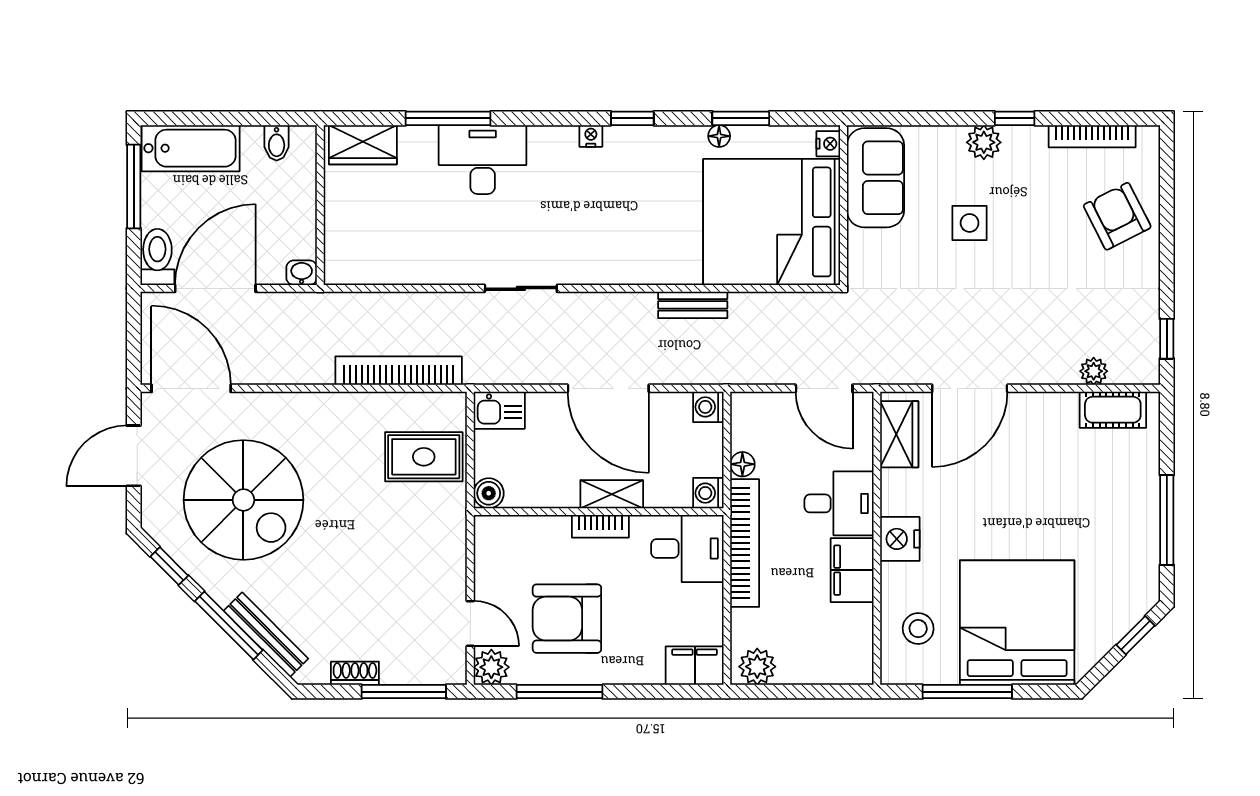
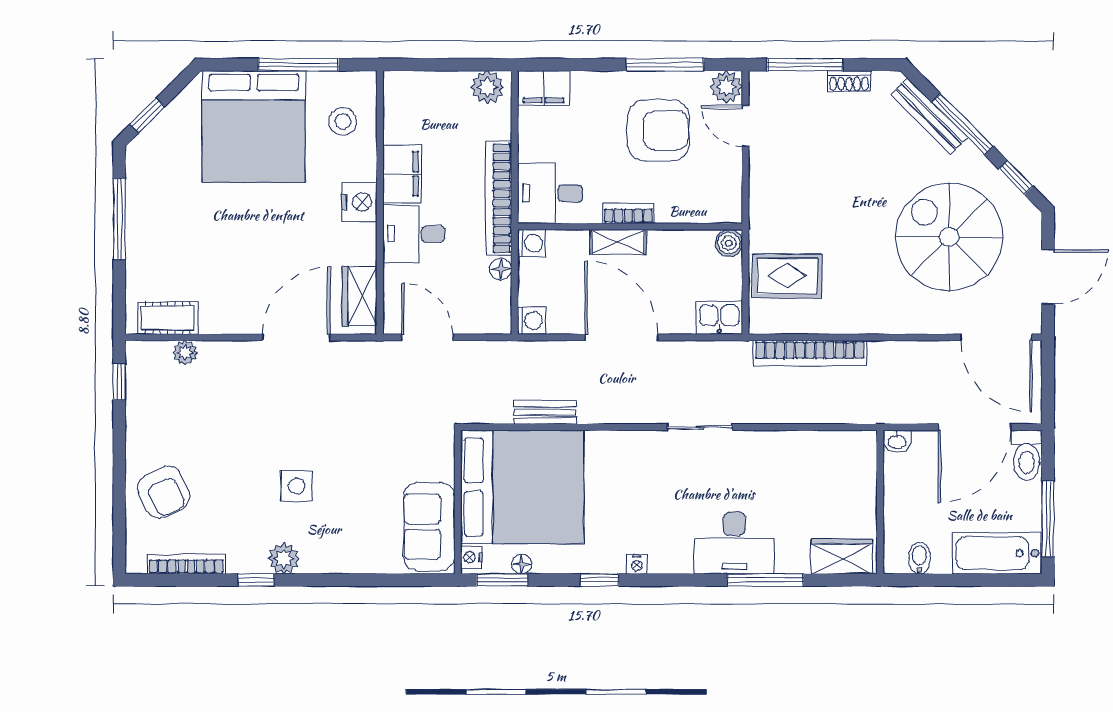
nightstand: (828, 144) -> (471, 557), moved
sofa: (875, 178) -> (429, 527), moved
wall: (844, 205) -> (458, 502), moved
bed: (772, 222) -> (522, 487), moved

